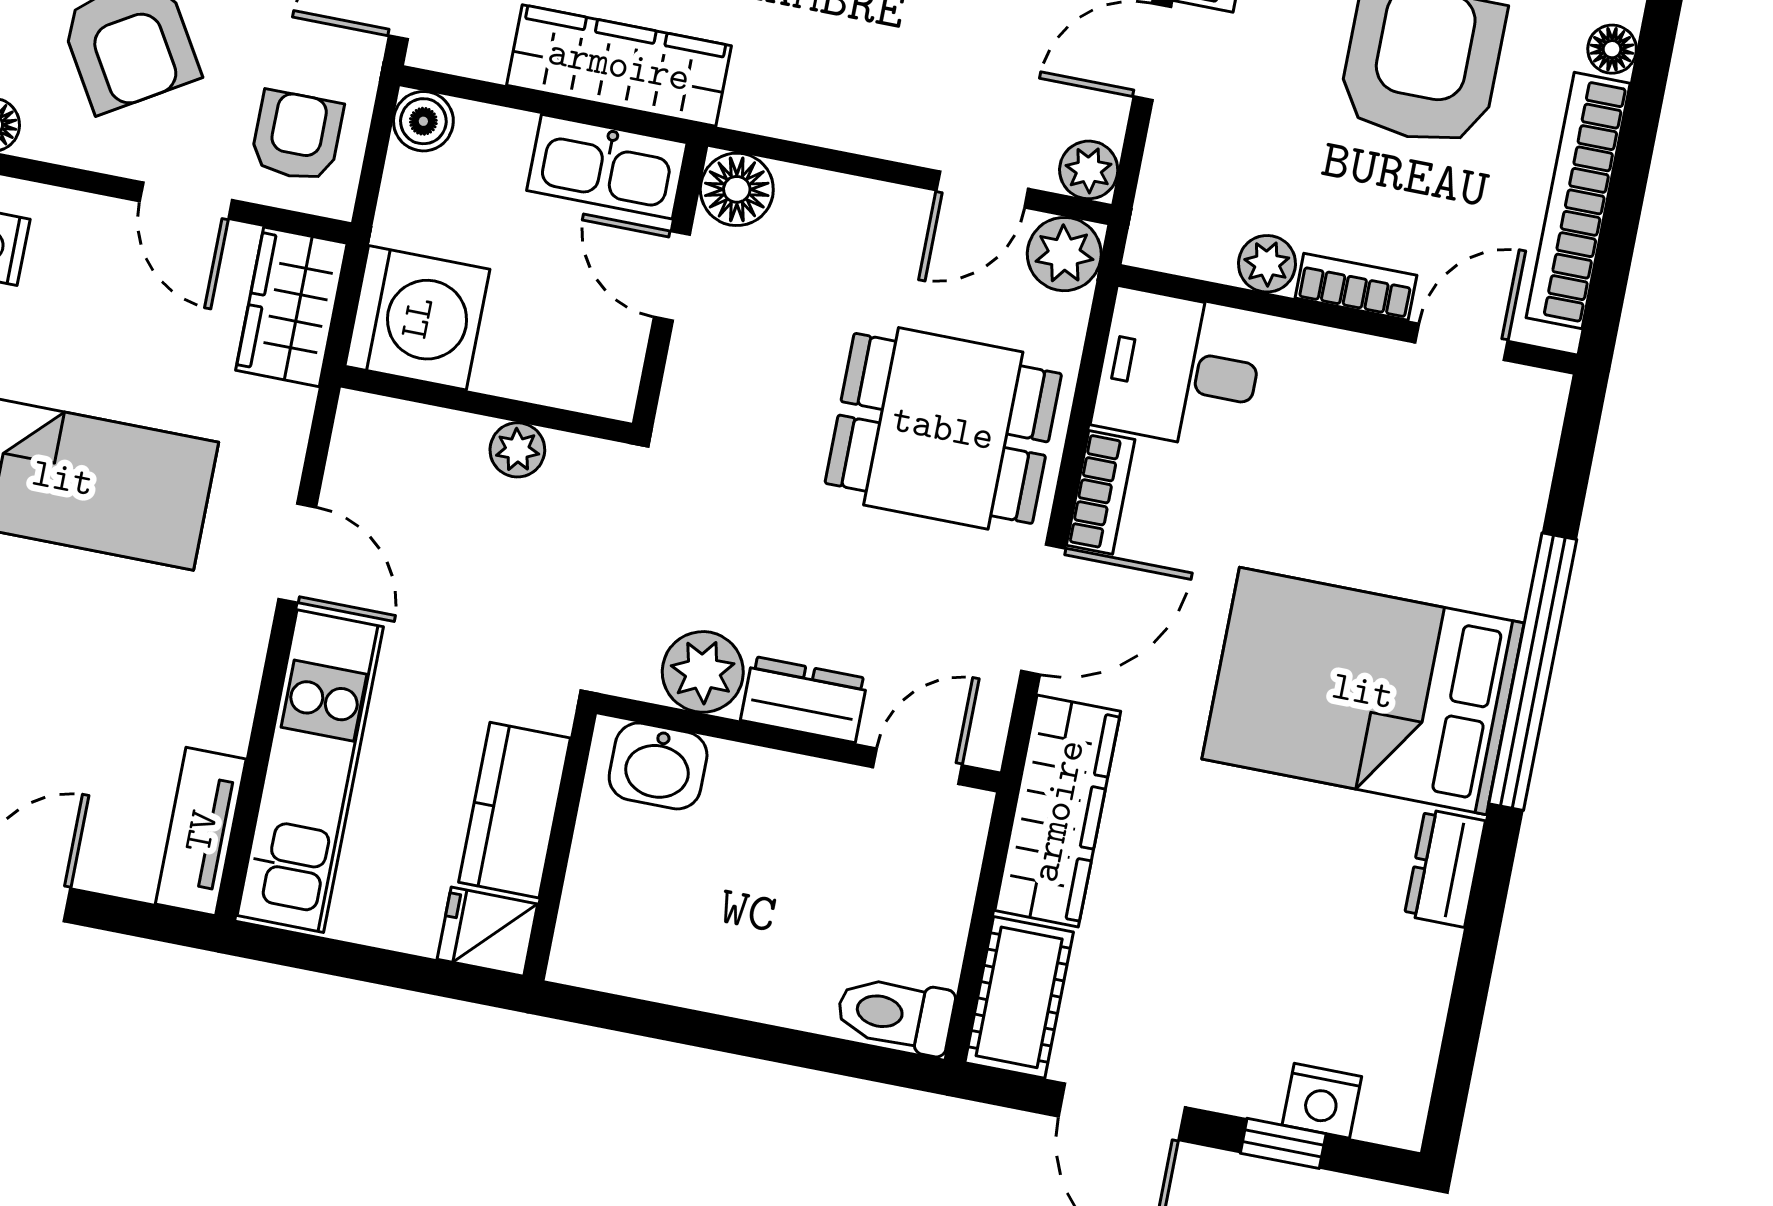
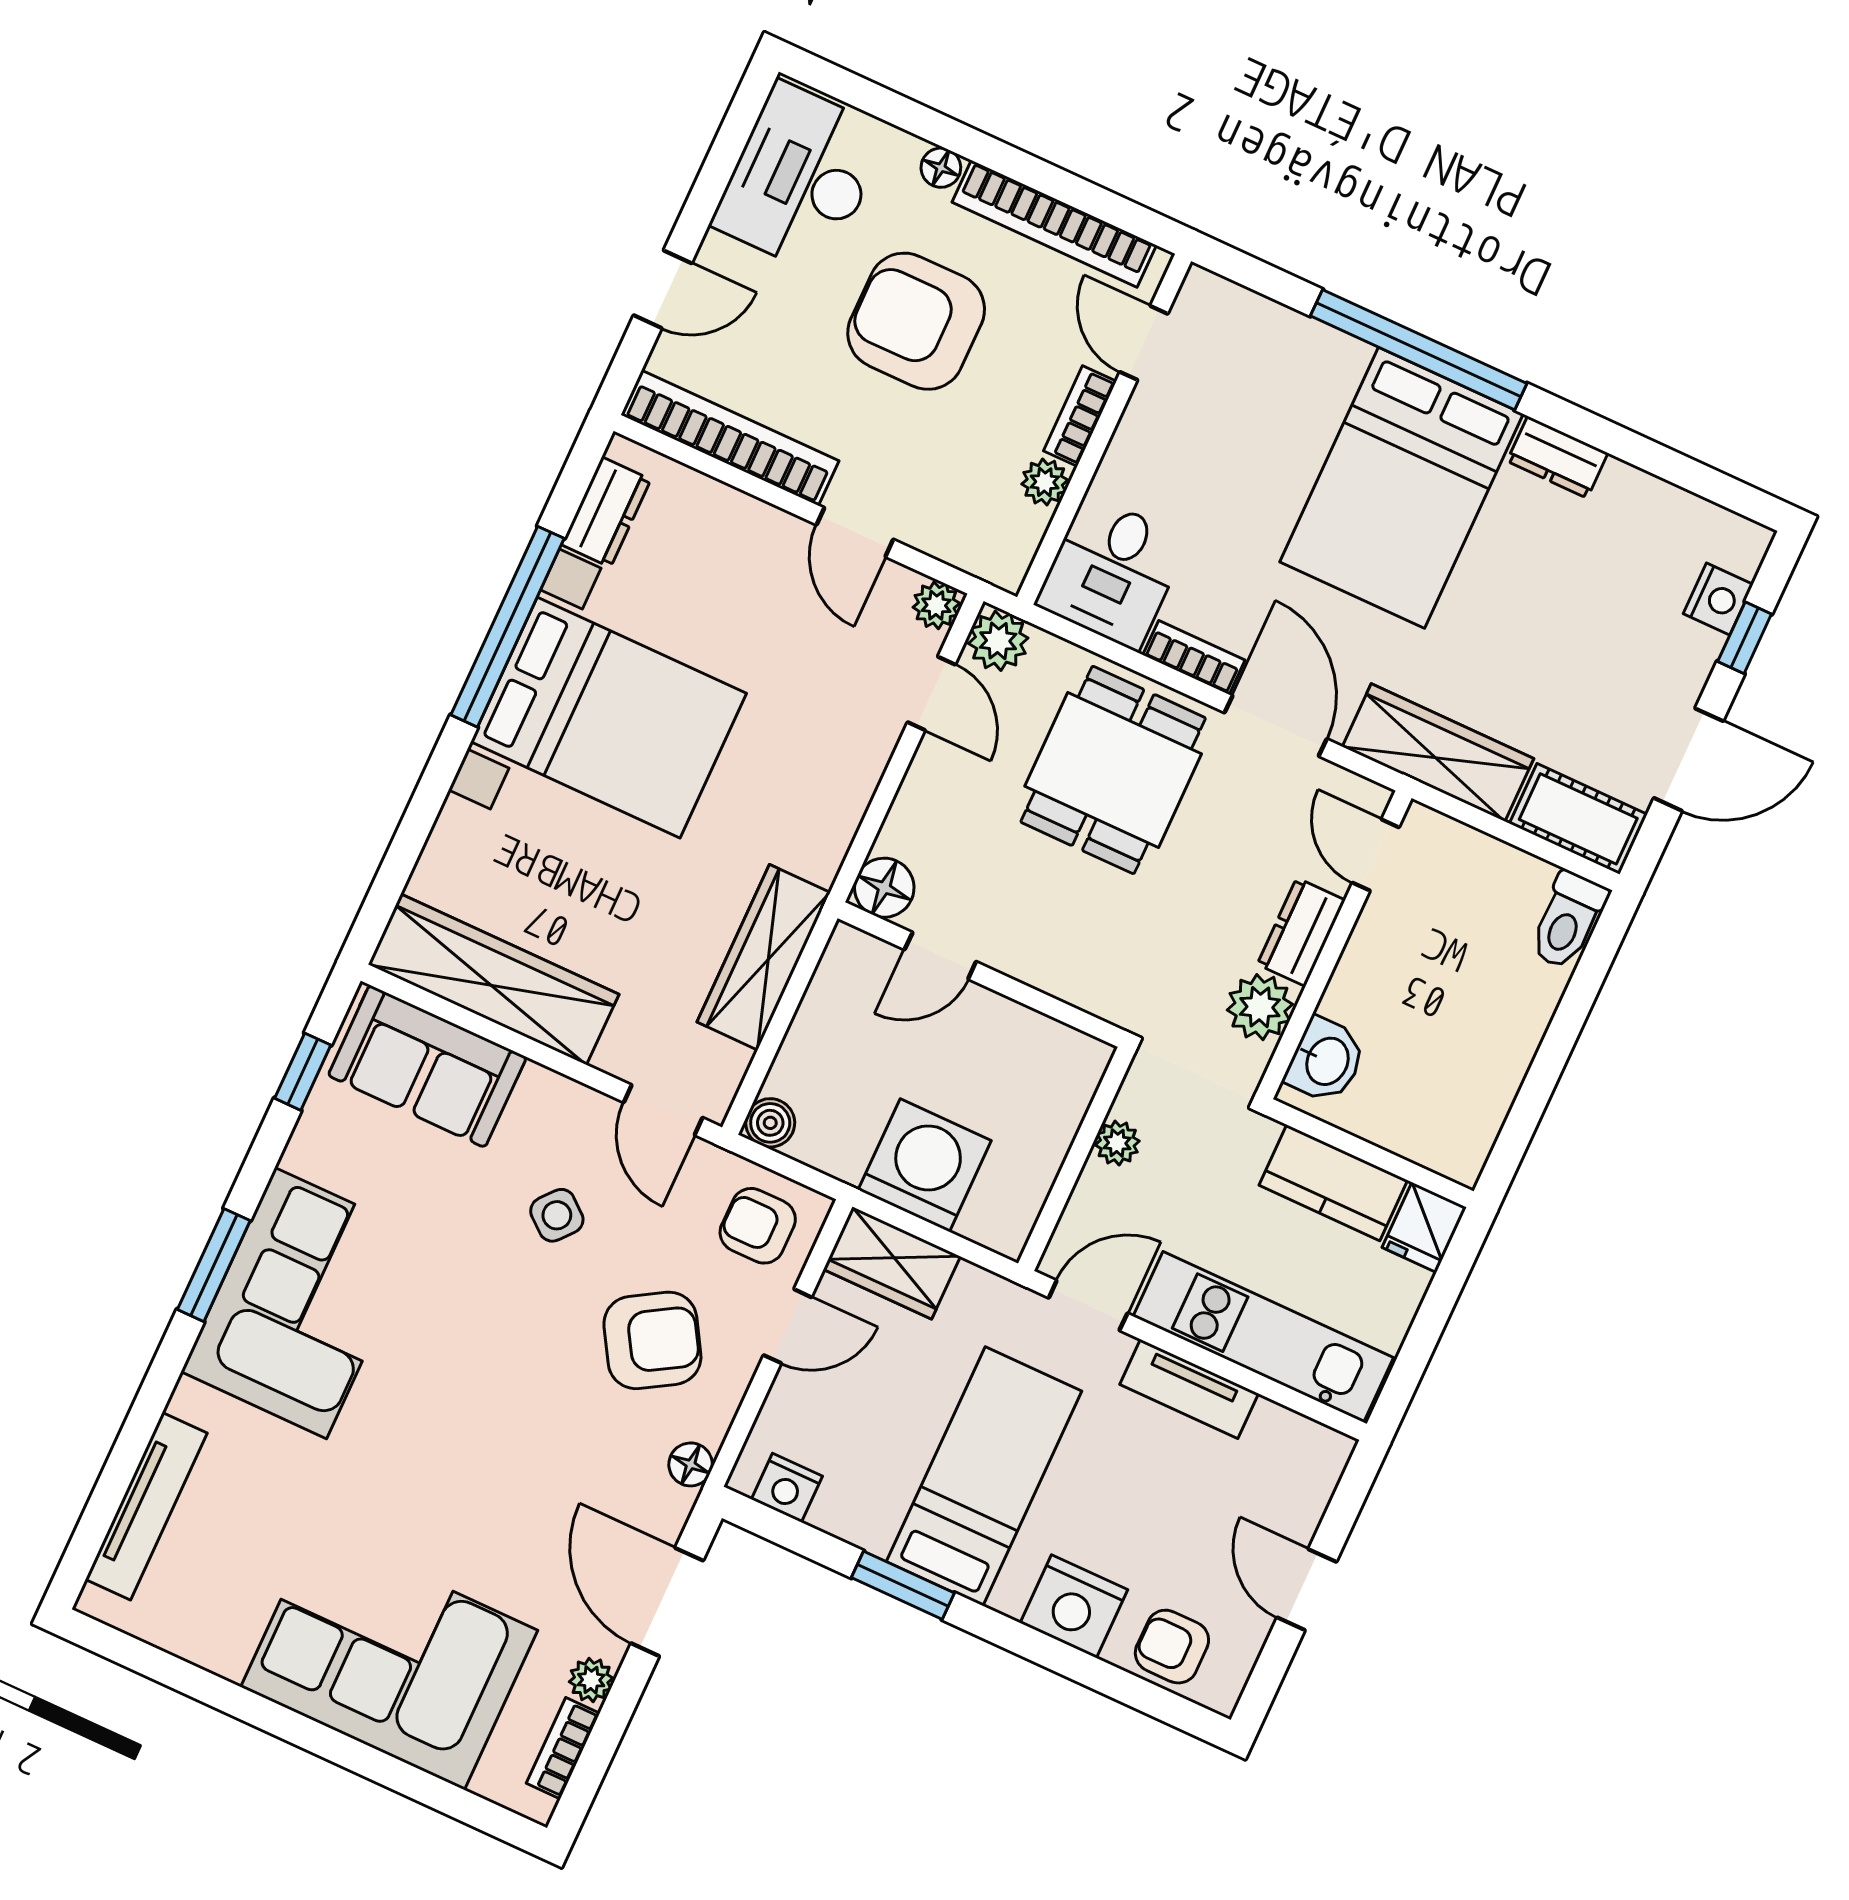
kitchen sink: (607, 167) -> (841, 986), removed
wall: (486, 405) -> (1076, 1159), moved
plant: (517, 450) -> (1117, 1143), moved
tv unit: (201, 831) -> (1189, 1389), moved

